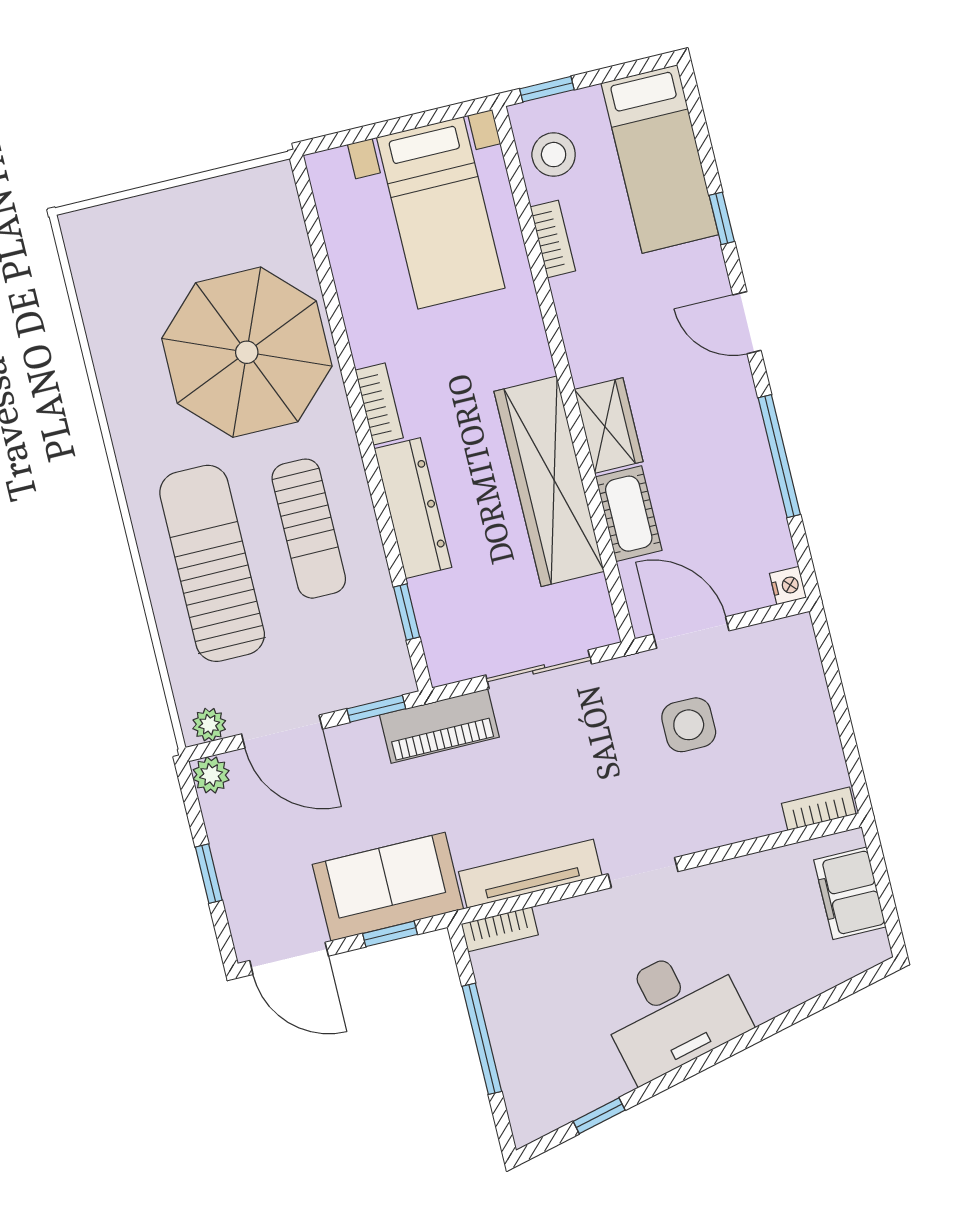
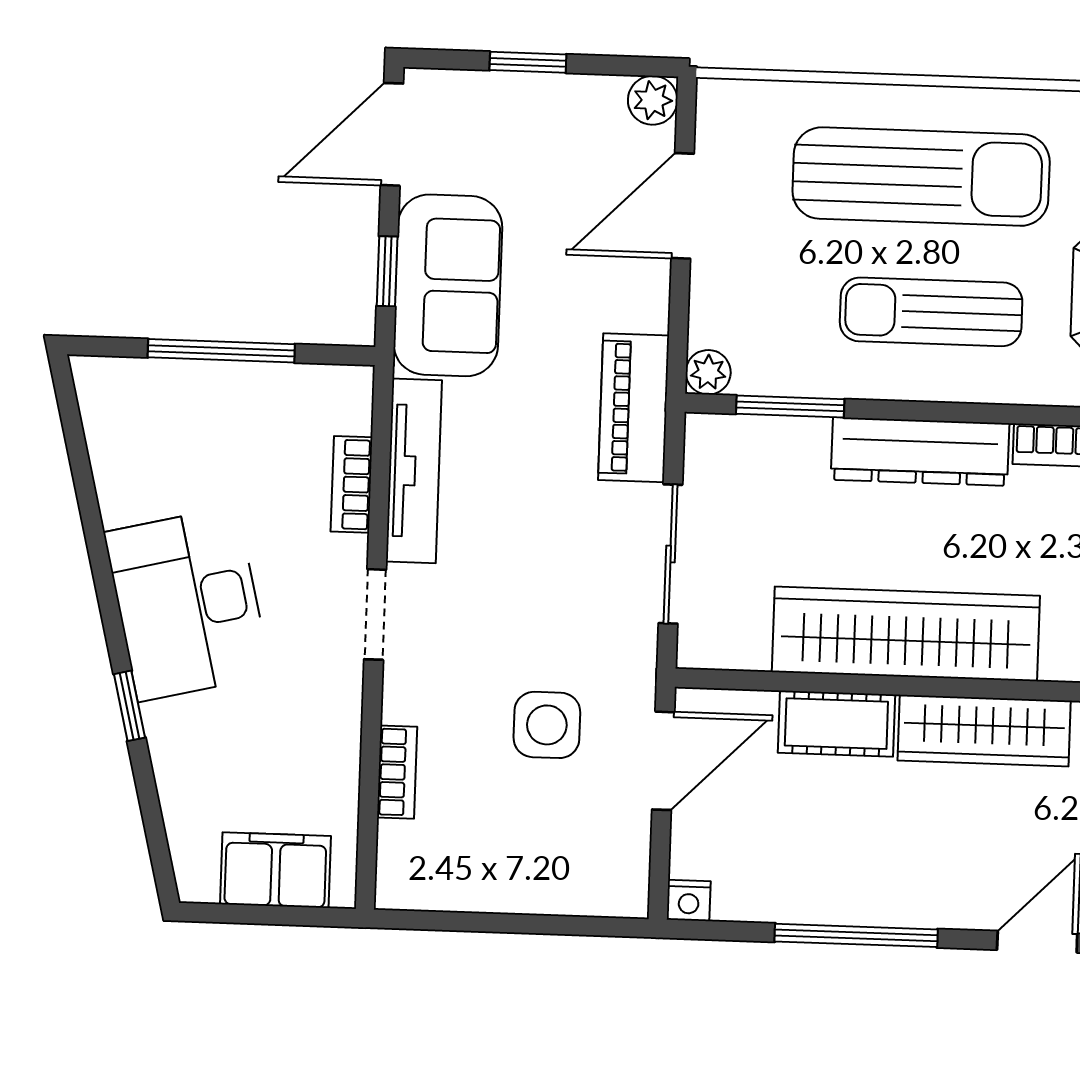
wardrobe: (609, 425) -> (984, 731), width x1.50
window: (407, 612) -> (790, 407), width x1.50
window: (376, 709) -> (678, 334), removed
plant: (209, 725) -> (708, 372), moved
bookcase: (819, 809) -> (397, 772), moved
bookcase: (500, 929) -> (352, 484), moved
window: (599, 1116) -> (129, 706), moved

